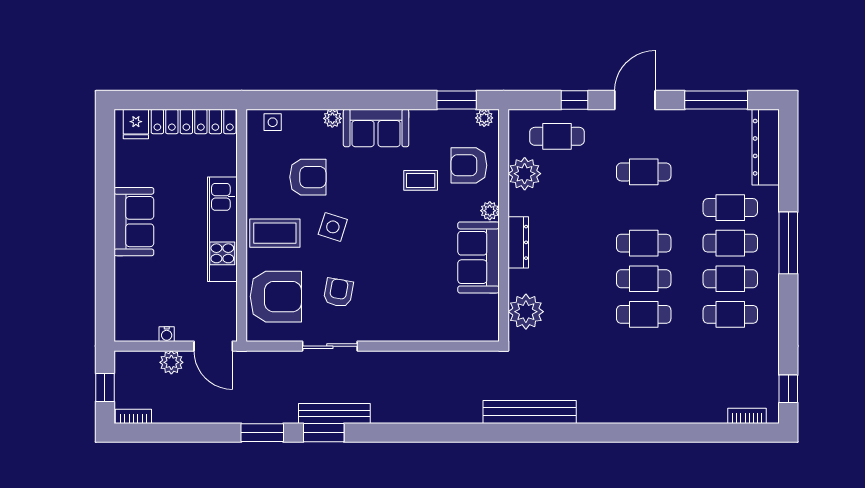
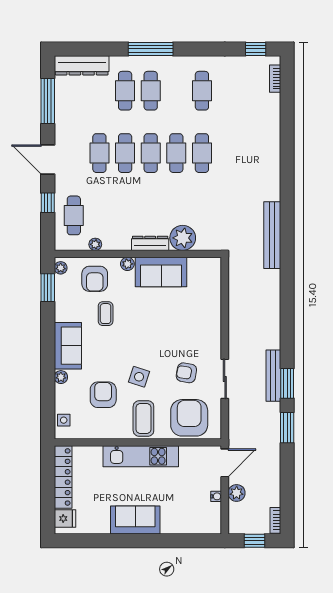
plant: (525, 174) -> (95, 244), width x0.53, depth x0.53
cafe table: (730, 279) -> (125, 153), moved
plant: (526, 312) -> (183, 238), moved

